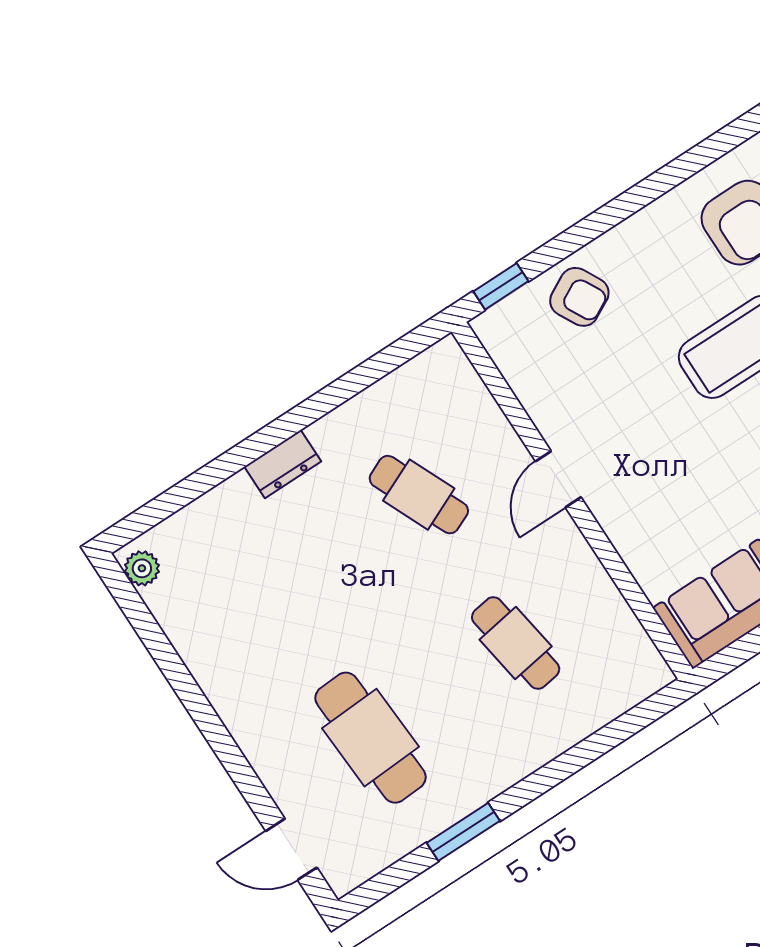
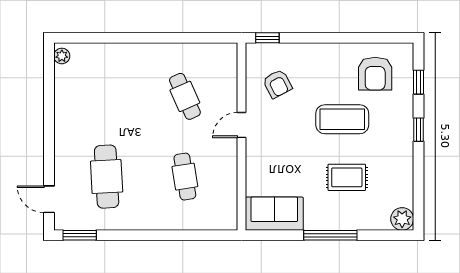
armchair: (579, 297) -> (277, 84), moved
dresser: (283, 464) -> (141, 51), removed
window: (463, 832) -> (80, 235), moved

